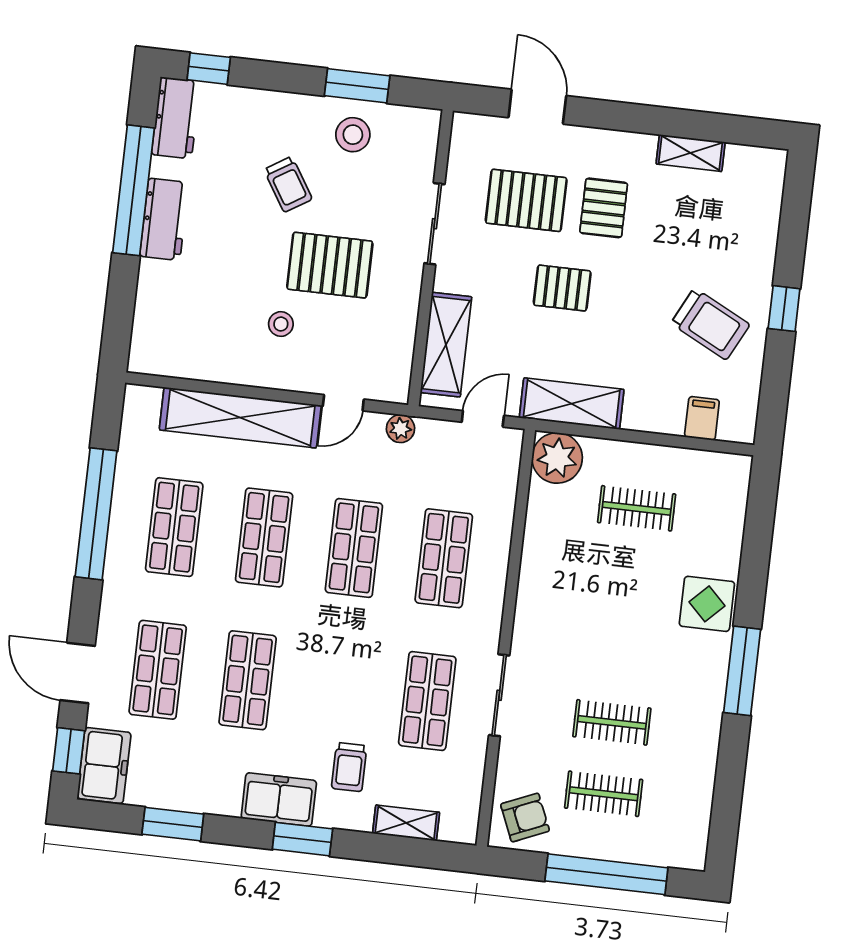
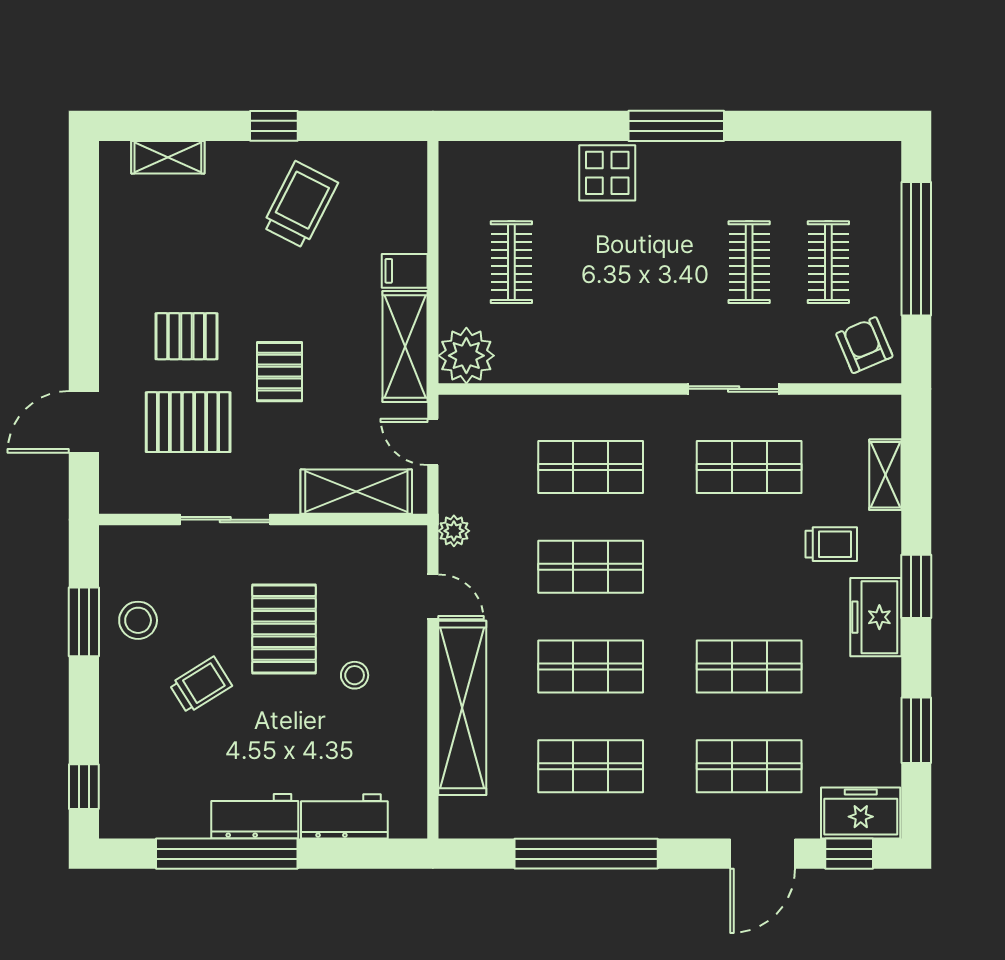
workbench: (176, 118) -> (344, 816), moved
shelving: (691, 153) -> (168, 157), moved, turned 90
pallet: (526, 200) -> (188, 422), turned 90
filing cabinet: (702, 418) -> (405, 271), moved

